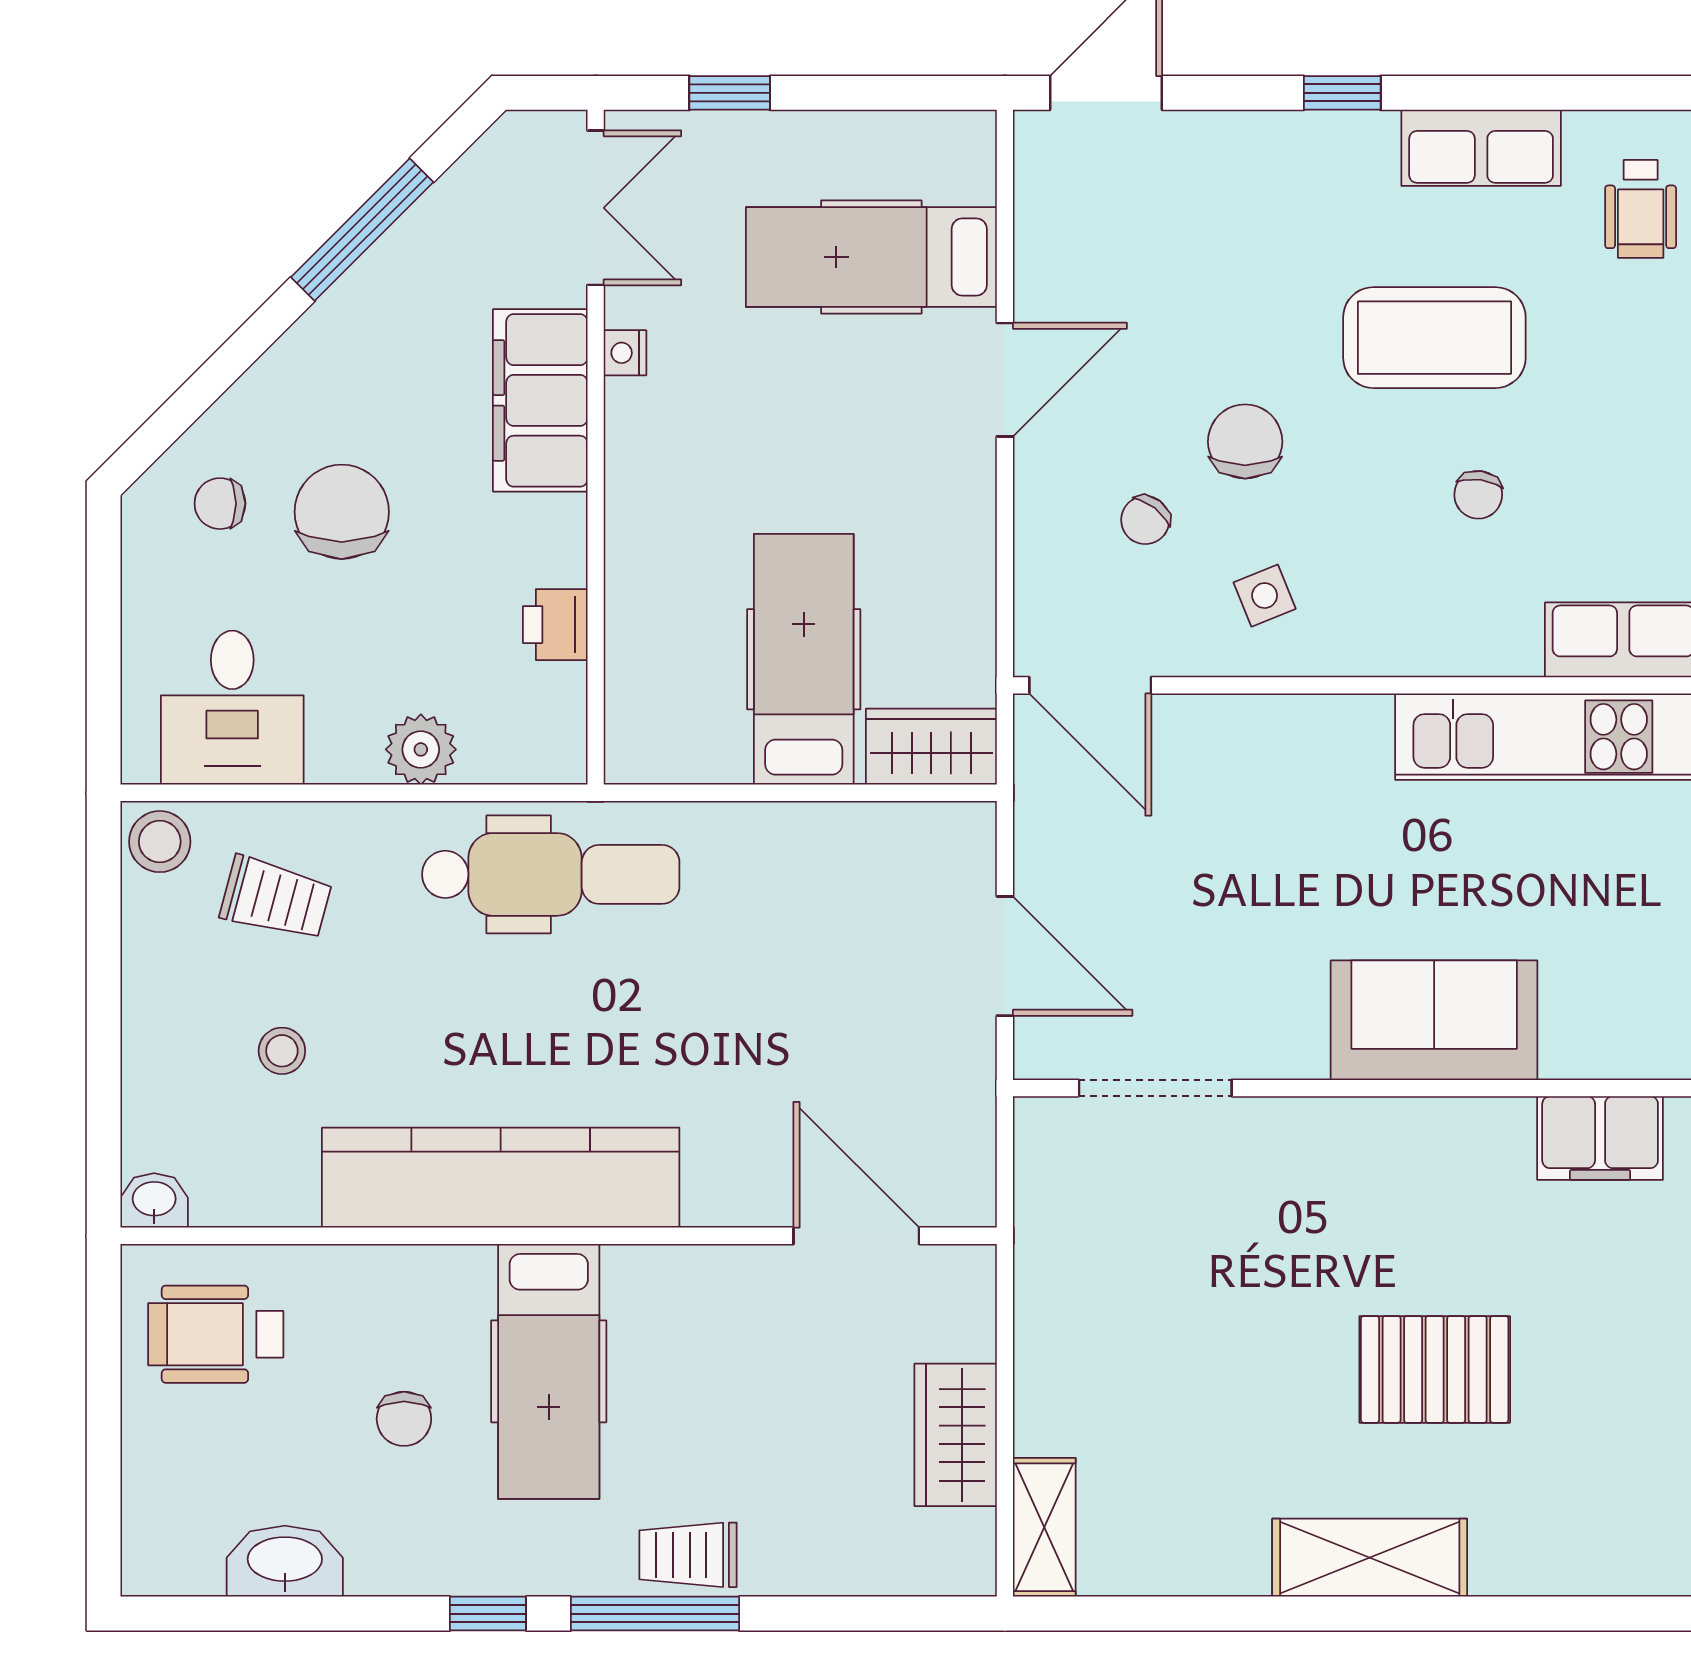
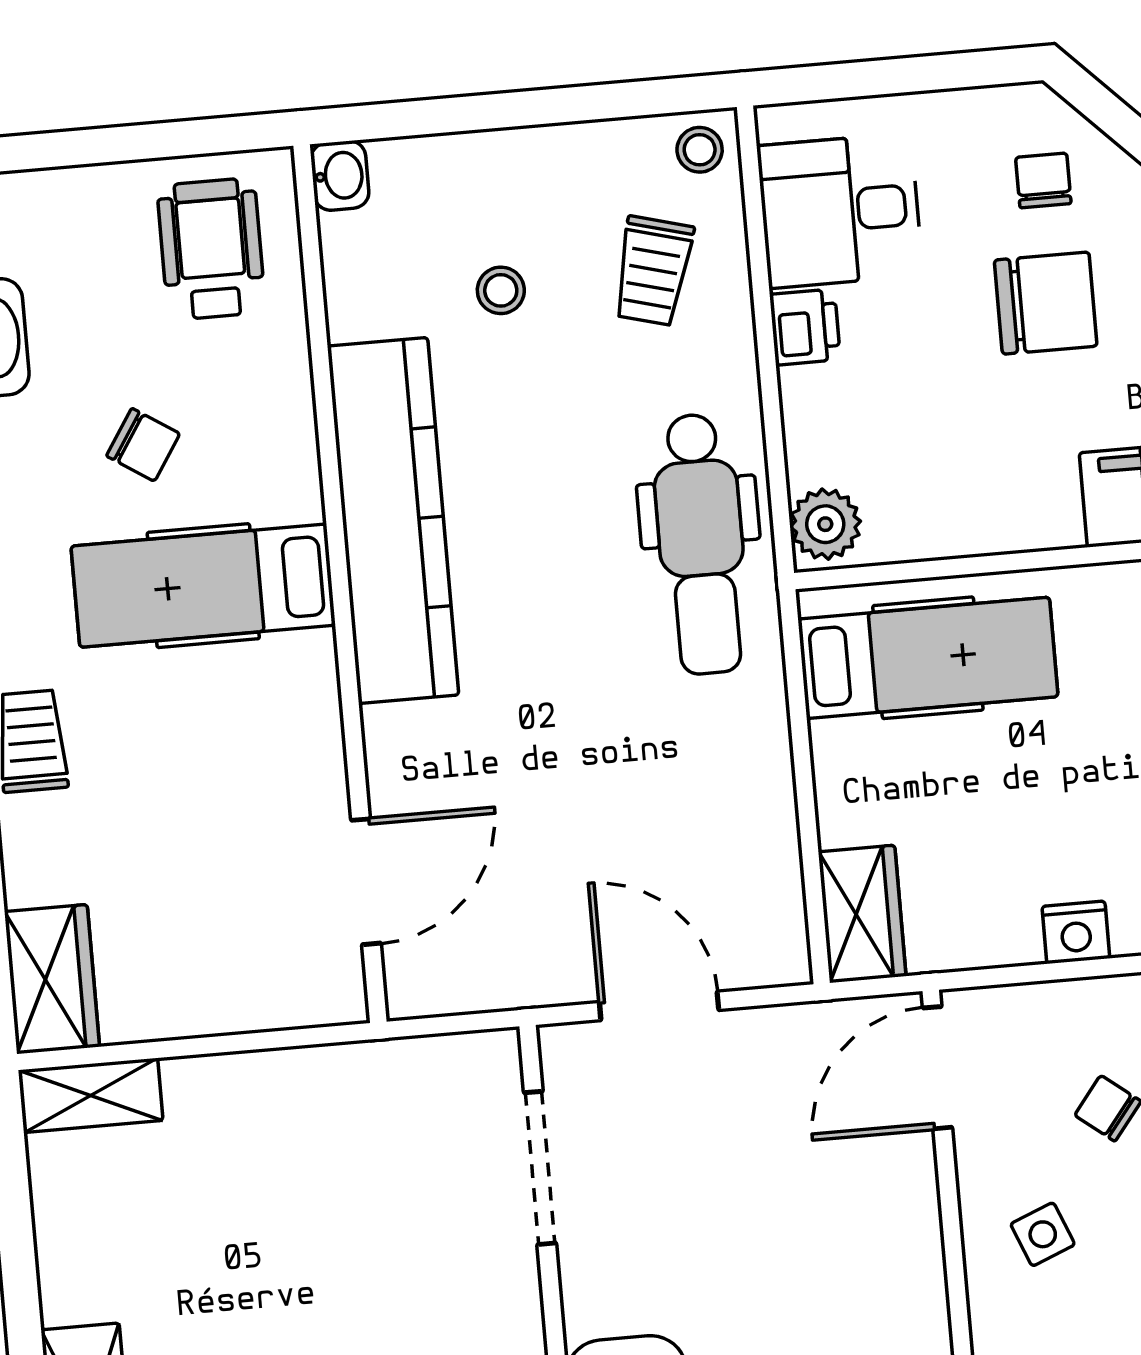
nightstand: (968, 536) -> (1076, 932), added
printer: (555, 625) -> (805, 327), moved, turned 90
hospital bed: (804, 659) -> (928, 658), moved
plant: (421, 749) -> (825, 524), moved
stool: (160, 842) -> (700, 150), width x0.73, depth x0.73
door: (1005, 956) -> (659, 1006), swing flipped
chair: (404, 1419) -> (143, 445), turned -147
wardrobe: (956, 1435) -> (52, 979), moved, turned 90

